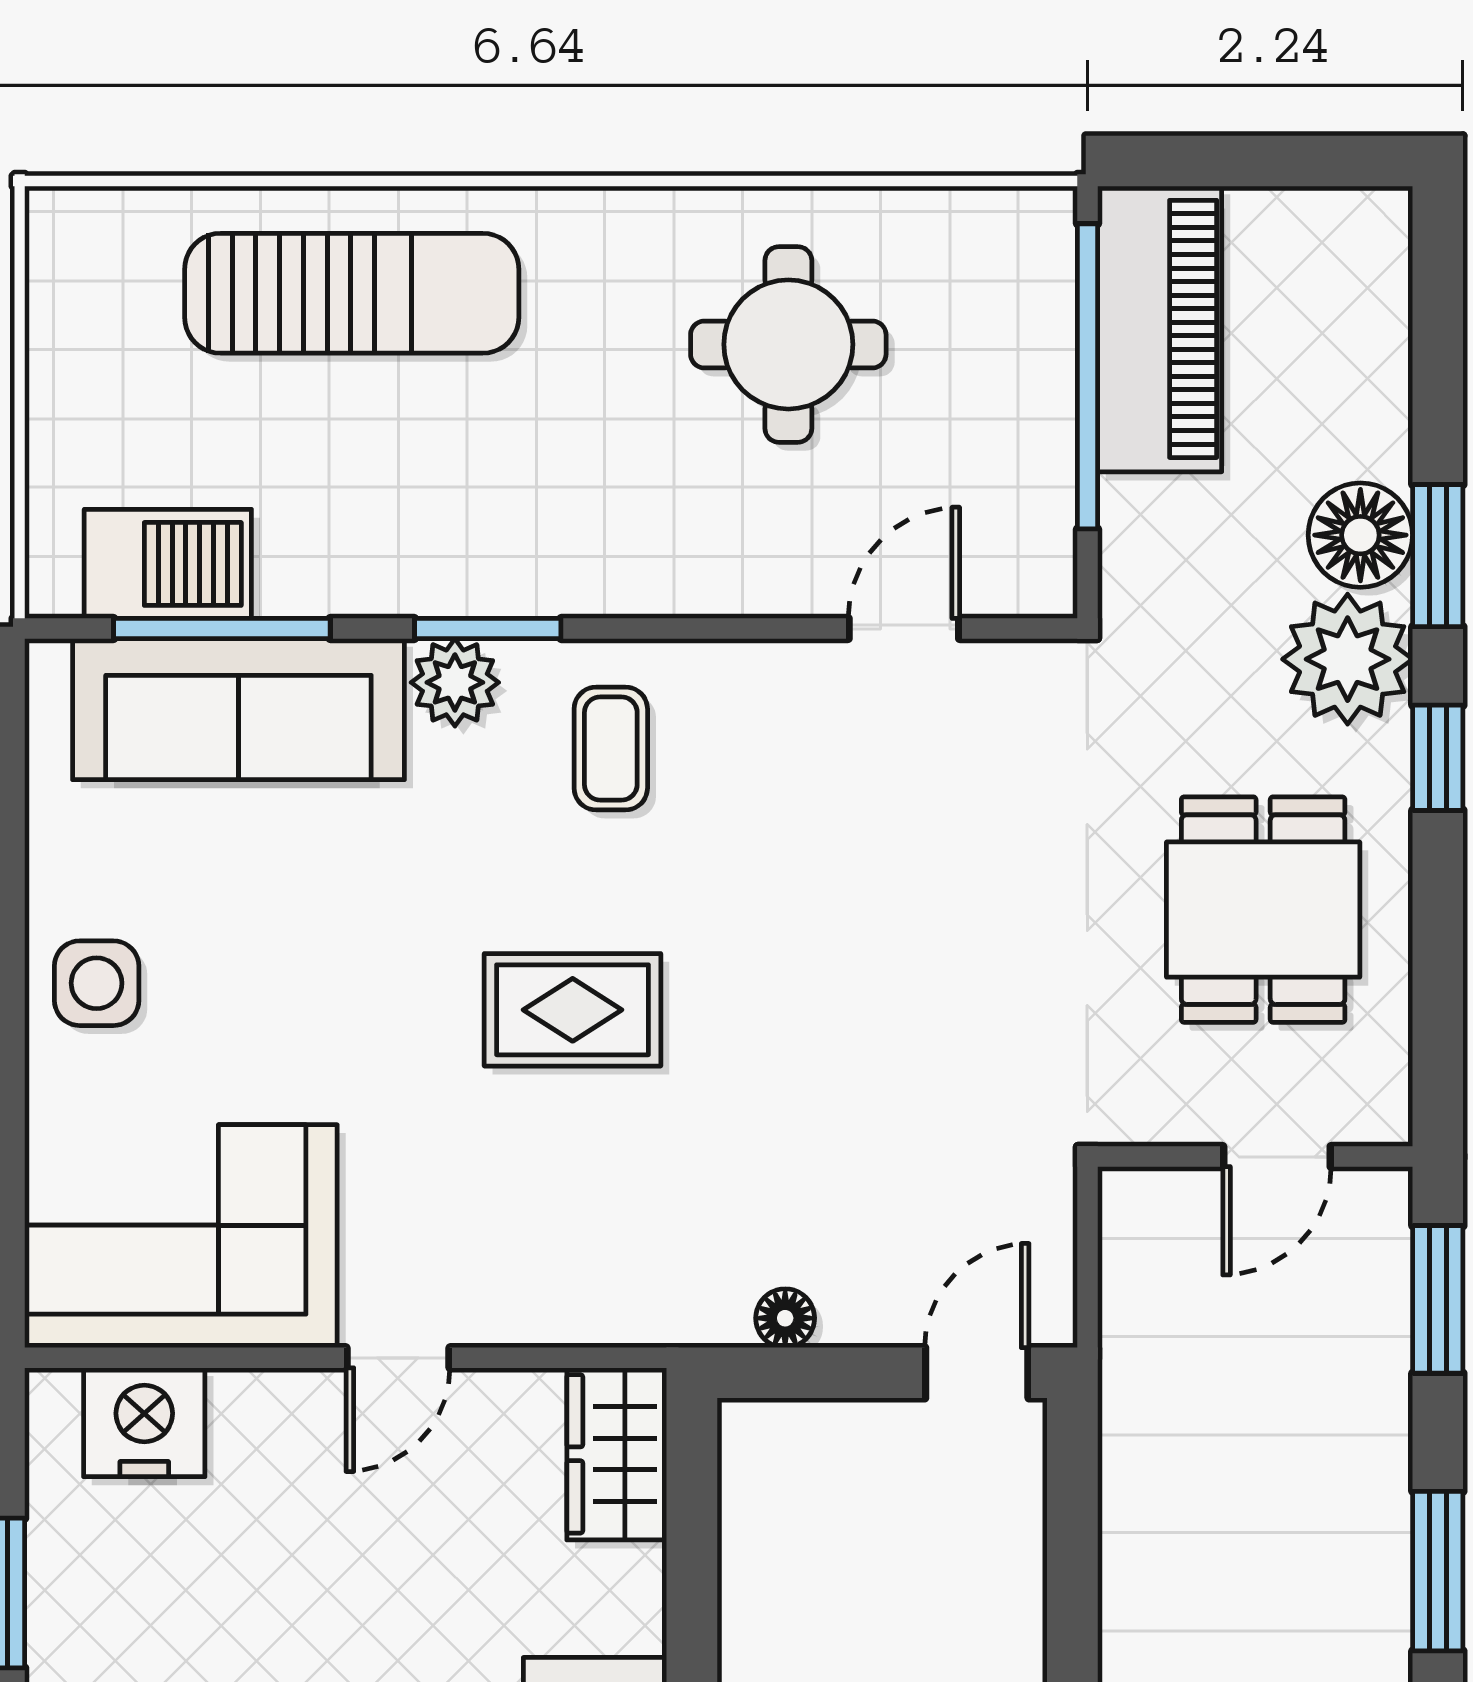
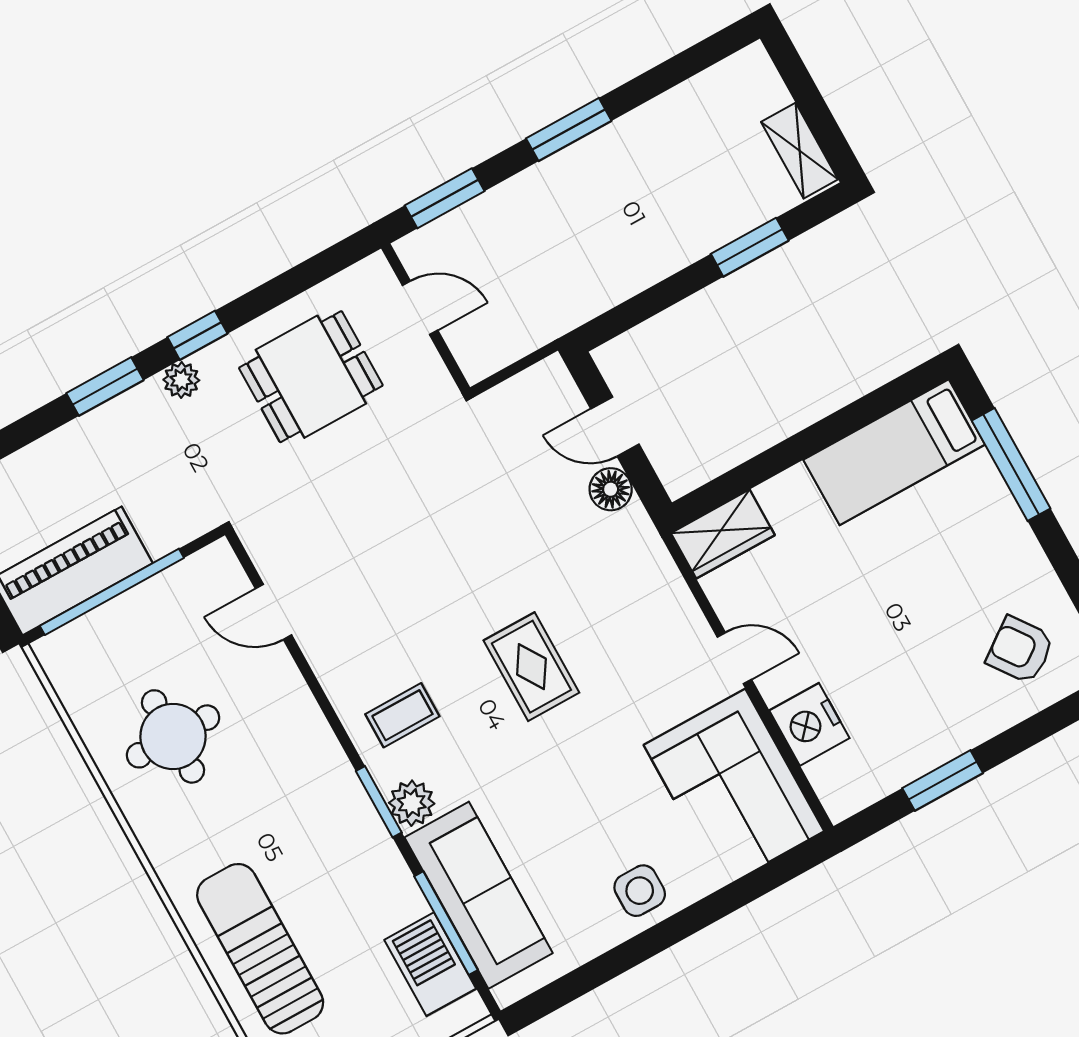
floor lamp: (1360, 535) -> (115, 427), removed
plant: (1348, 659) -> (181, 380), width x0.53, depth x0.53
floor lamp: (785, 1318) -> (611, 489), width x1.37, depth x1.37
door: (977, 1373) -> (615, 426), moved
nightstand: (144, 1422) -> (809, 724), moved

